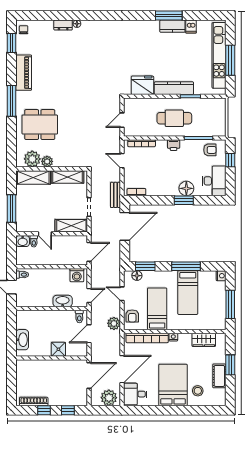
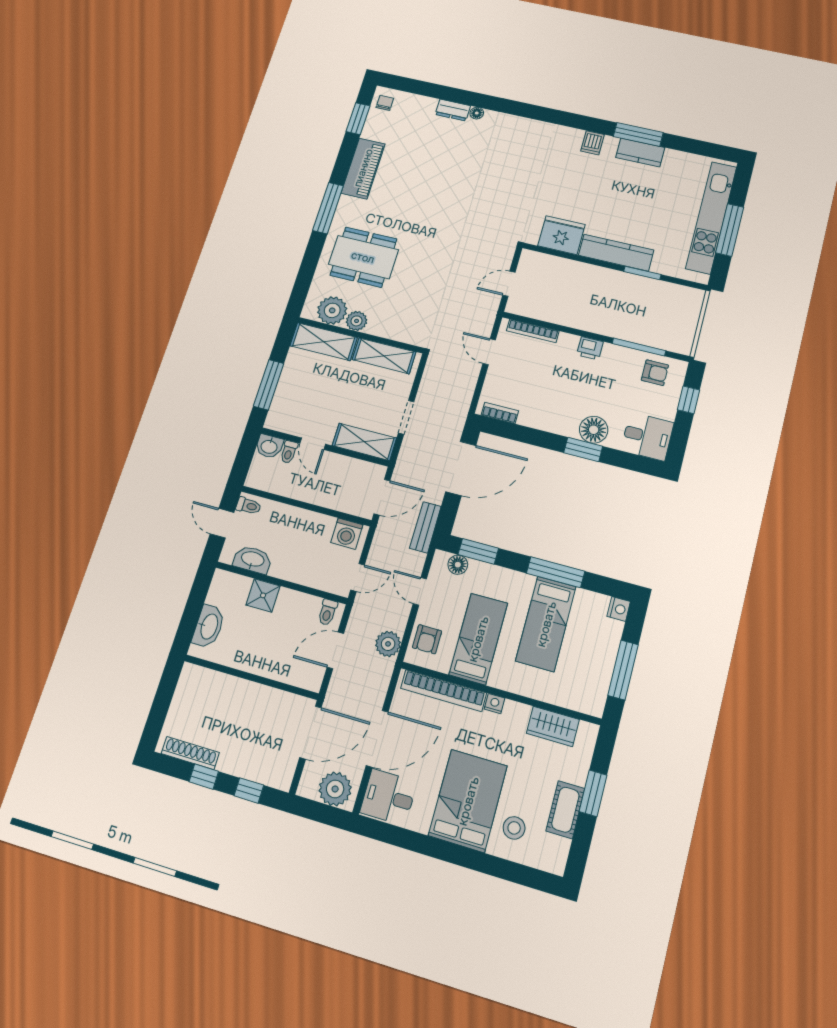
dishwasher: (191, 27) -> (592, 143), moved
cafe table: (174, 118) -> (604, 303), removed
desk: (214, 181) -> (647, 436), width x0.73
bench: (115, 195) -> (425, 527), moved
washbasin: (63, 301) -> (253, 560), moved
shower: (58, 349) -> (263, 595), moved

